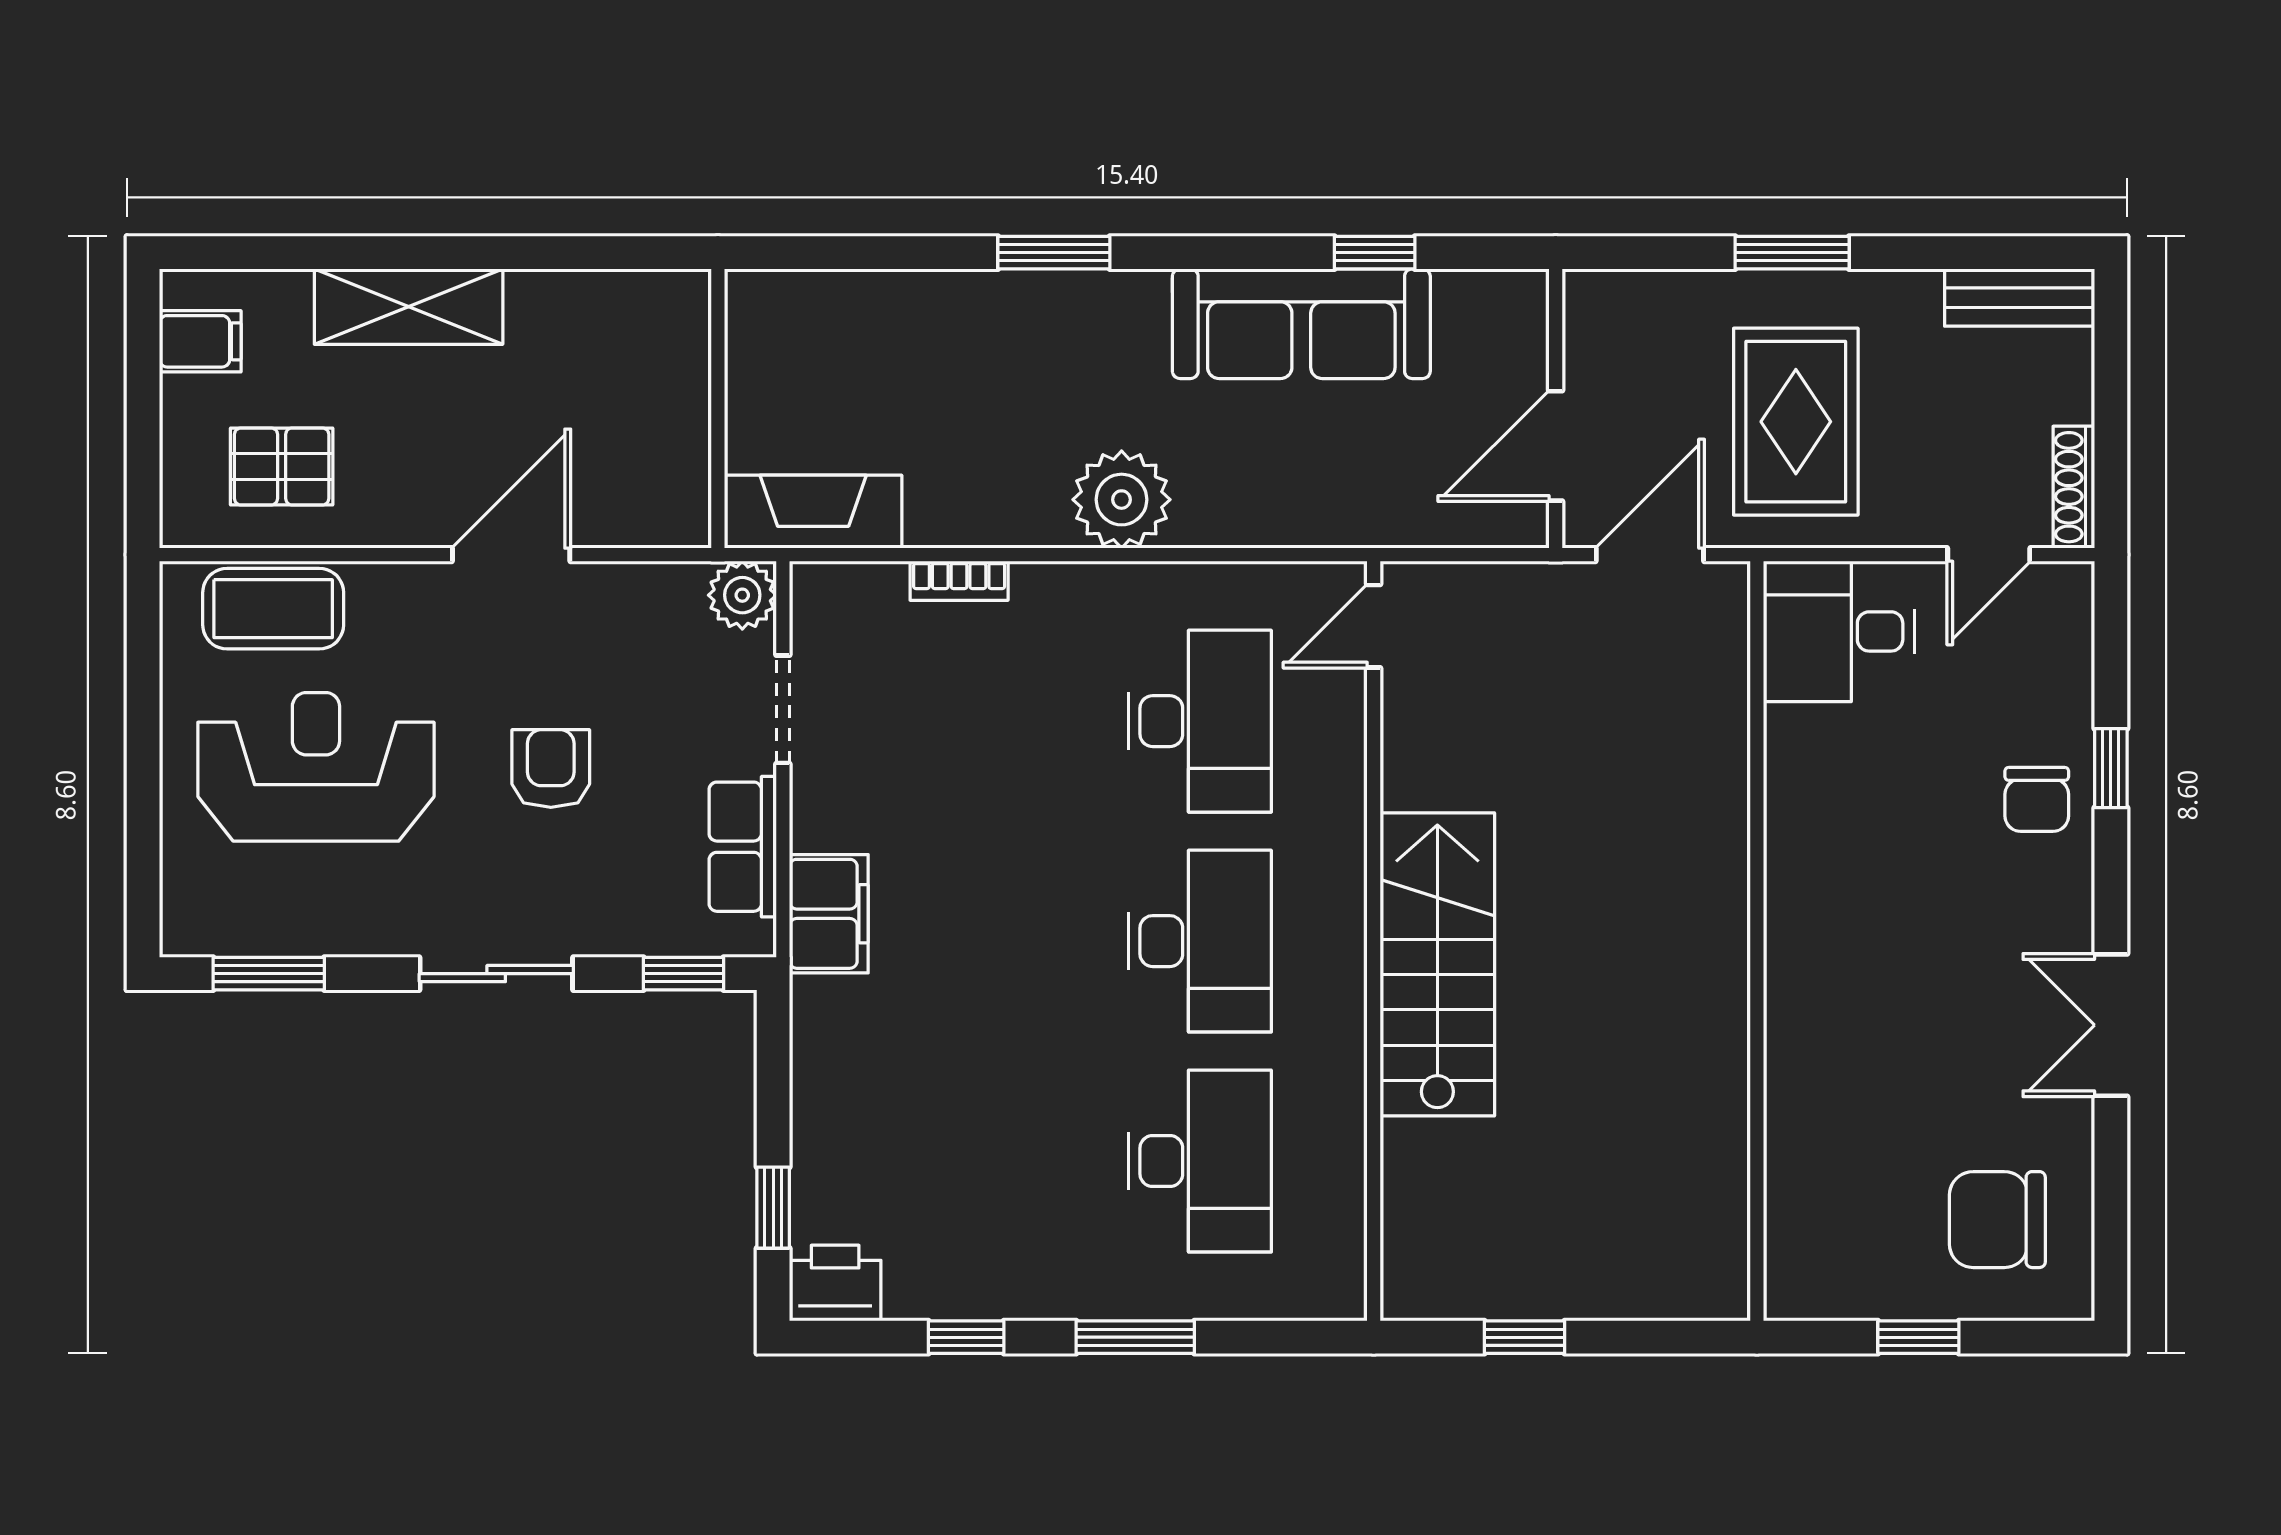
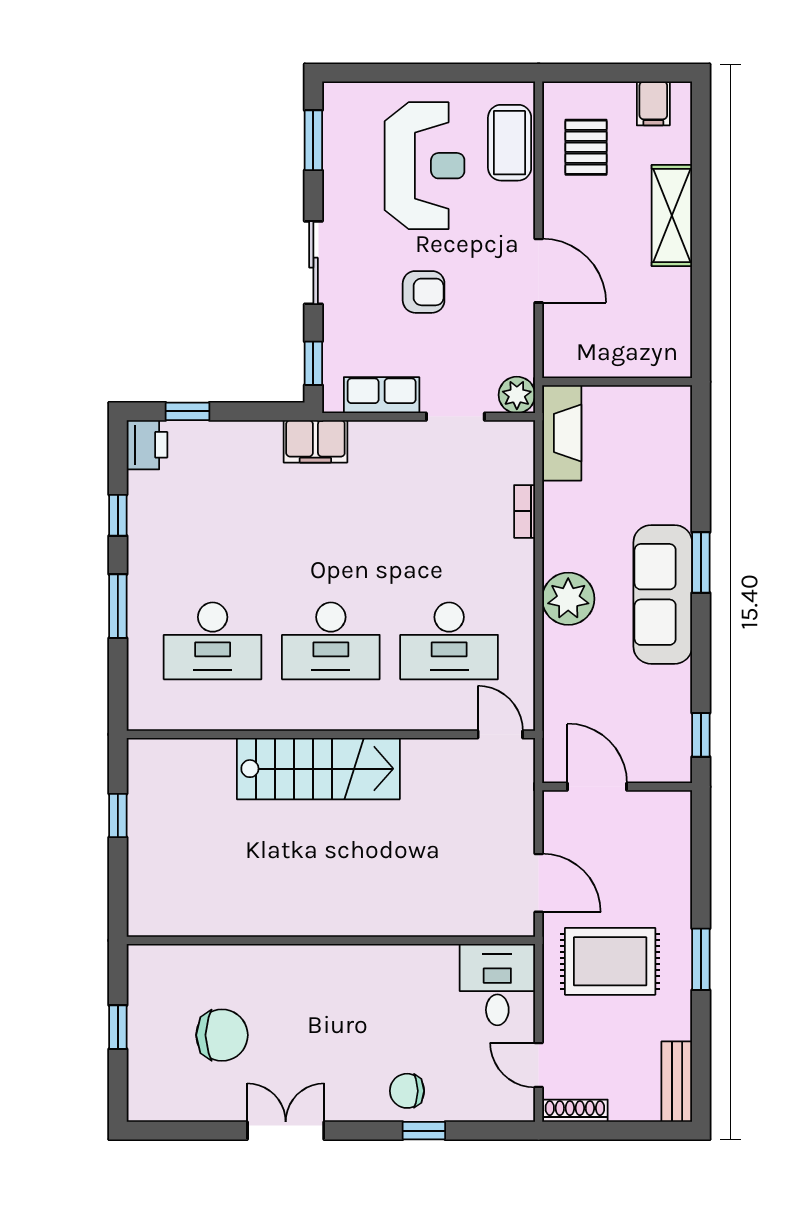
sofa: (1301, 324) -> (663, 594), moved
wall: (1556, 409) -> (617, 787), moved
door: (1556, 446) -> (597, 787), moved
filing cabinet: (829, 914) -> (315, 441), moved
chair: (1997, 1220) -> (222, 1035), moved, turned 90

